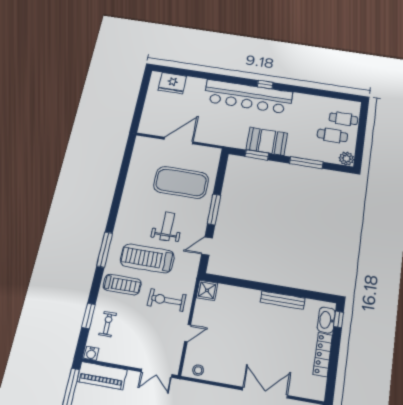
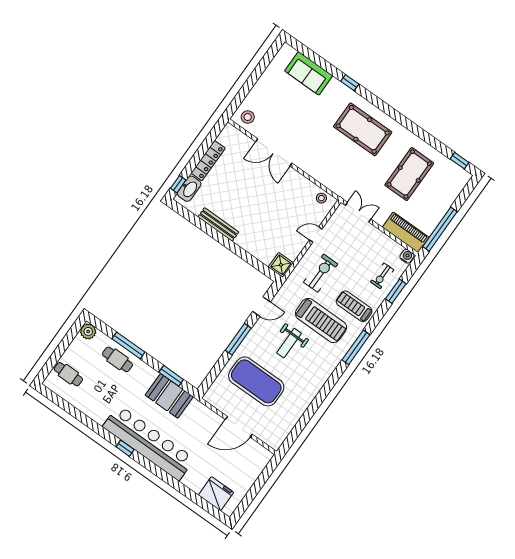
cafe table: (332, 135) -> (117, 359), moved
booth: (267, 141) -> (169, 396), moved
exercise bike: (167, 300) -> (321, 273), turned -90

